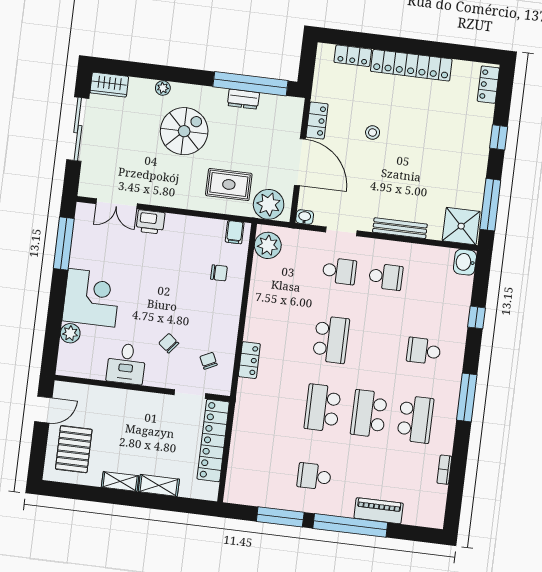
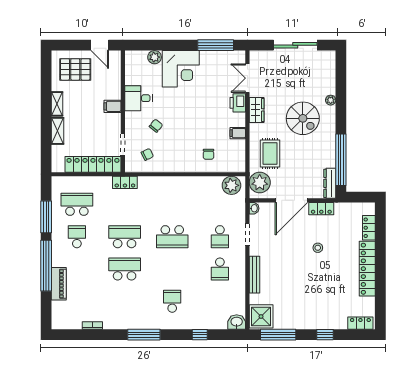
wardrobe: (109, 85) -> (257, 110), moved, turned 180
dresser: (243, 99) -> (330, 183), moved, width x1.44
filing cabinet: (235, 232) -> (238, 133), moved
locker: (249, 360) -> (125, 182), moved
filing cabinet: (133, 402) -> (113, 106), added
school desk: (415, 419) -> (77, 204), moved, turned 180

